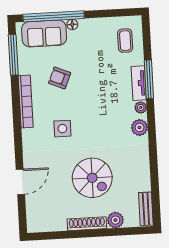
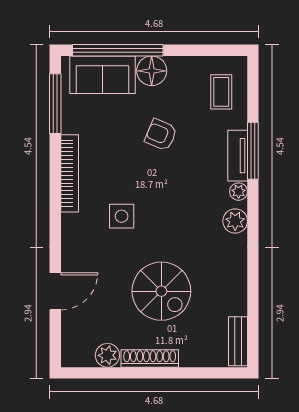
floor lamp: (72, 24) -> (152, 71), width x1.89, depth x1.89
armchair: (60, 78) -> (161, 135), moved
plant: (115, 220) -> (107, 355), moved

